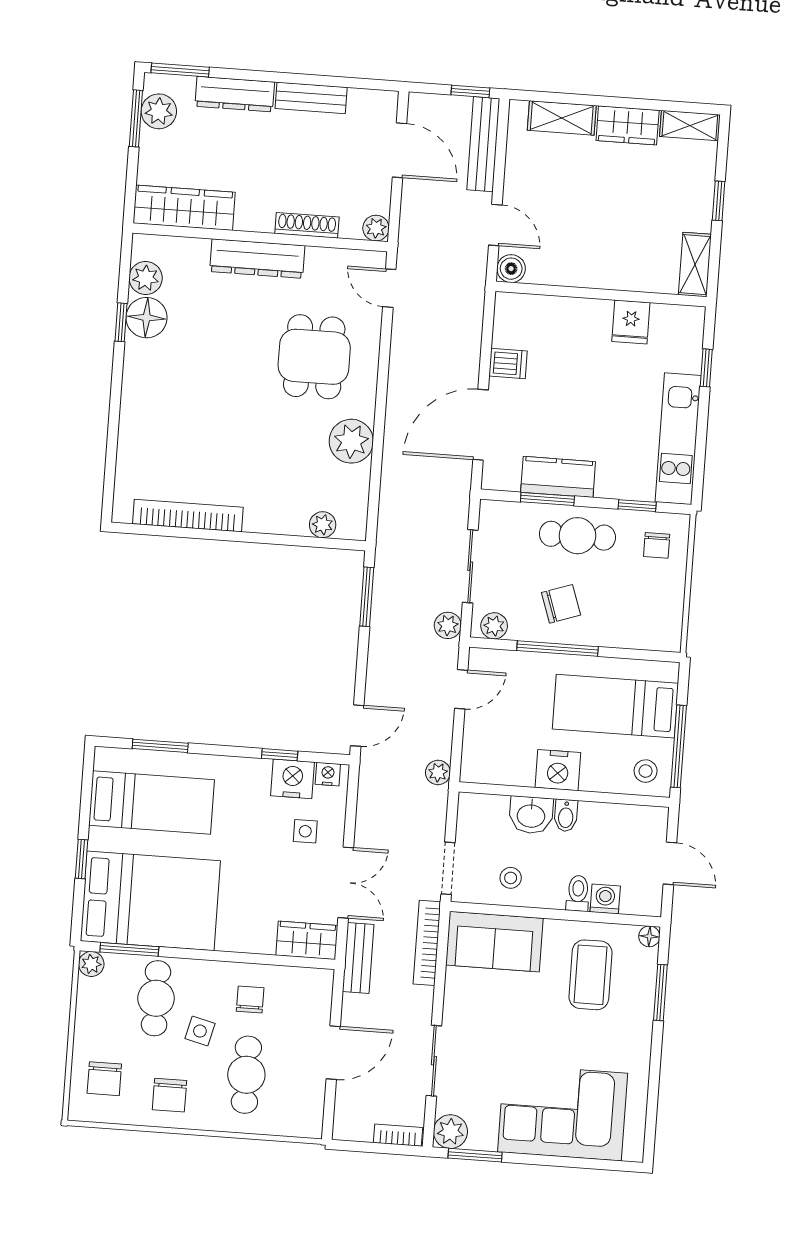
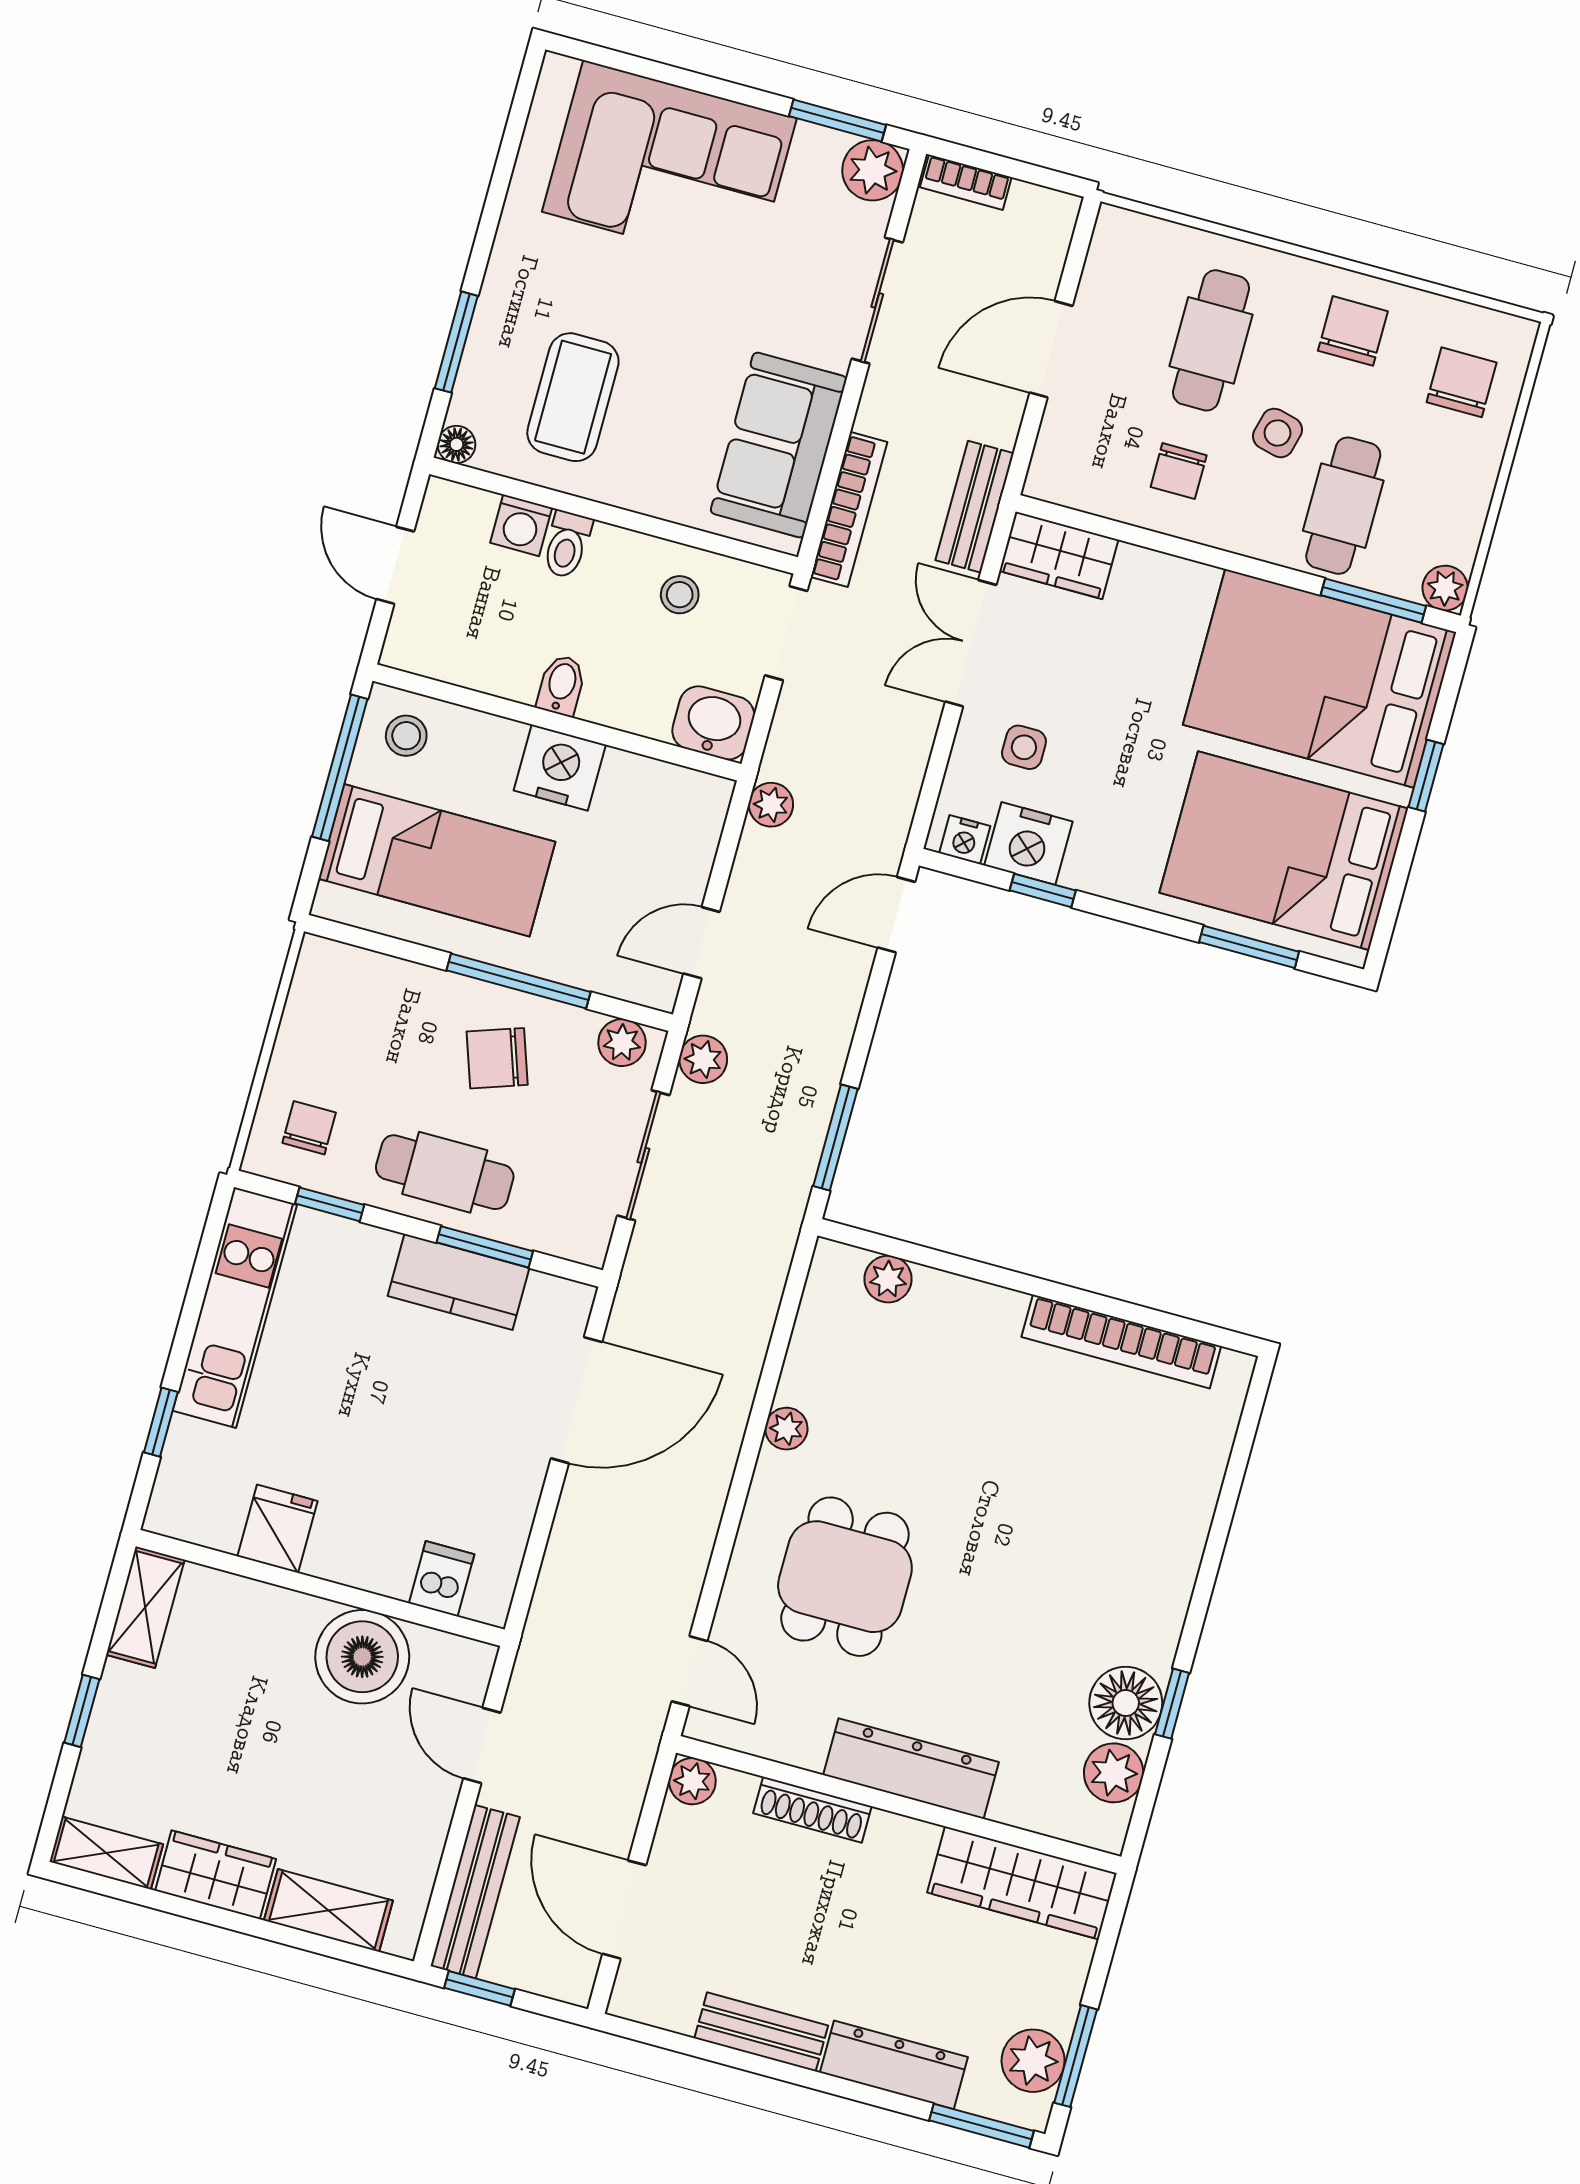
boiler: (511, 269) -> (362, 1657), moved, width x1.86, depth x1.86
dishwasher: (508, 364) -> (442, 1579), moved, turned 90
plant: (351, 441) -> (786, 1429), width x0.53, depth x0.53
bed: (152, 802) -> (1284, 851), width x1.50
washbasin: (531, 815) -> (713, 723), moved
sofa: (494, 942) -> (779, 445), moved, turned -90

